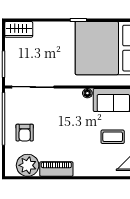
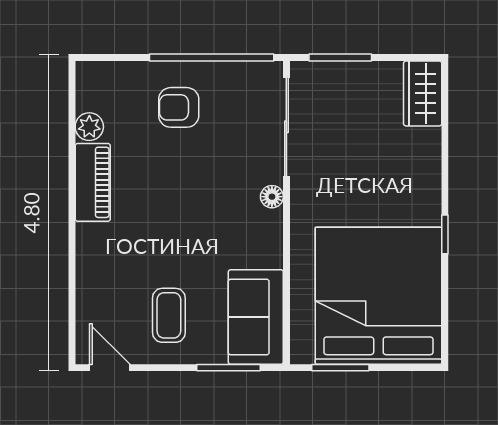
floor lamp: (87, 93) -> (272, 197), moved
plant: (28, 165) -> (89, 127), width x0.53, depth x0.53

